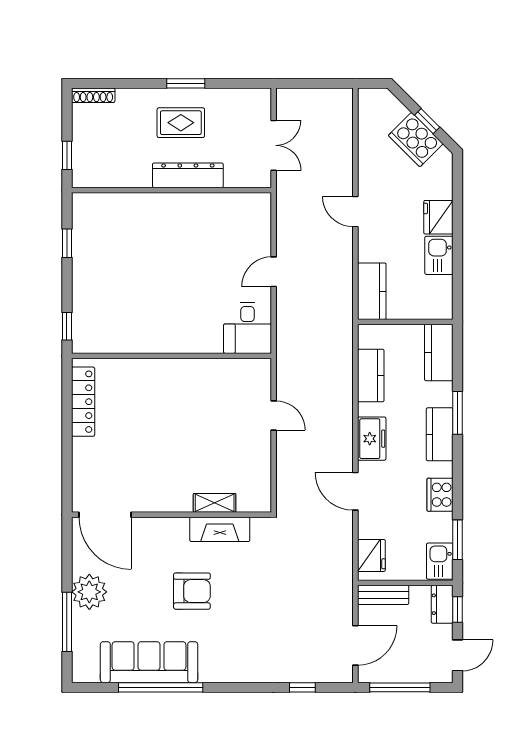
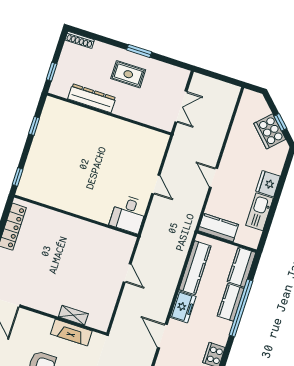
dresser: (188, 175) -> (92, 98), moved
door: (355, 212) -> (214, 178), moved
kitchen sink: (439, 255) -> (259, 212), width x1.38
door: (274, 272) -> (156, 184), swing flipped
kitchen counter: (372, 291) -> (218, 228), moved, turned -90
kitchen counter: (371, 375) -> (195, 268), width x1.50
window: (457, 413) -> (241, 308), width x2.11
kitchen counter: (440, 434) -> (231, 302), moved

